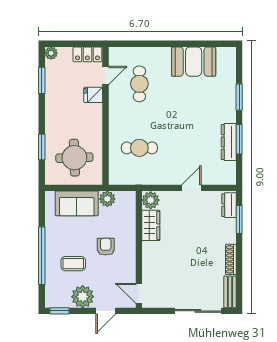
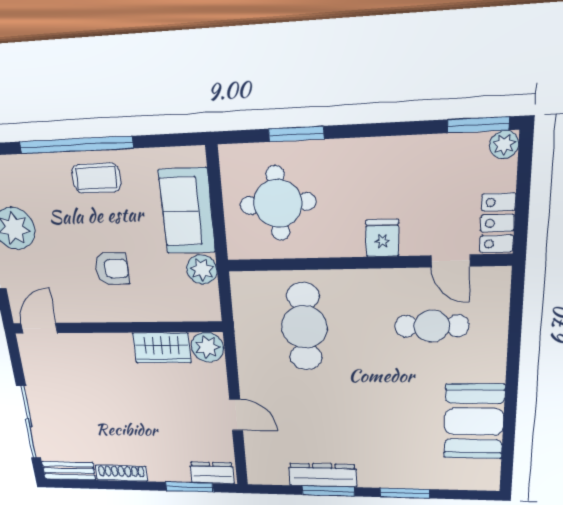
window: (42, 80) -> (478, 125), moved
fridge: (93, 95) -> (382, 238), moved
cafe table: (139, 148) -> (304, 327), width x1.37, depth x1.35
coffee table: (73, 264) -> (96, 178), moved, turned 90

